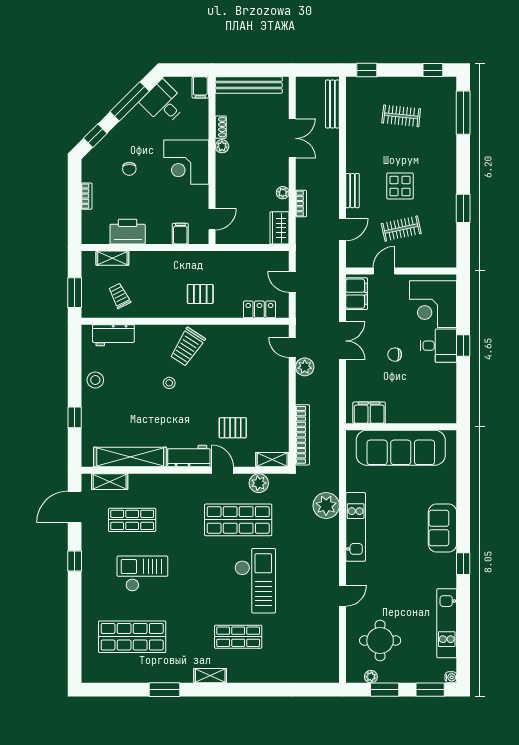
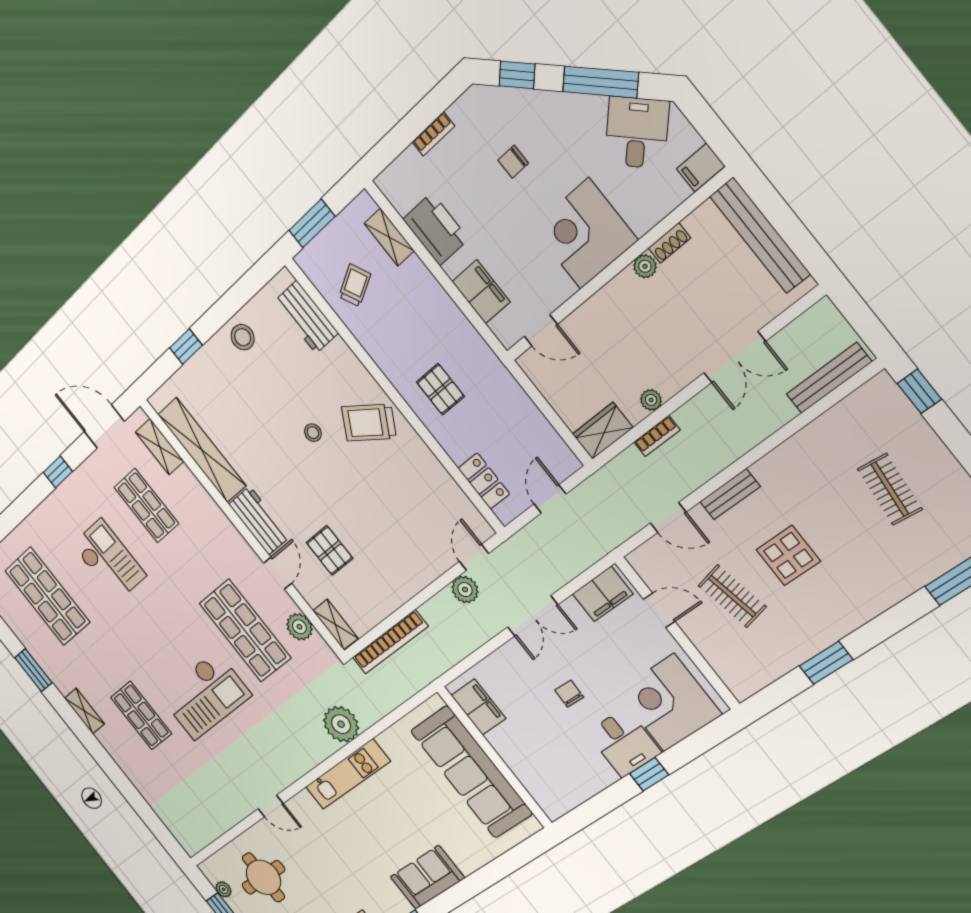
filing cabinet: (180, 234) -> (481, 292), width x2.00

